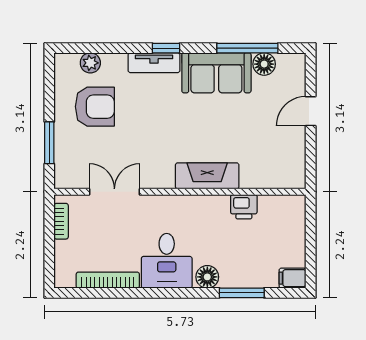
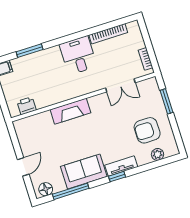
floor lamp: (264, 64) -> (46, 189), moved
printer: (244, 207) -> (27, 106), moved
floor lamp: (207, 277) -> (52, 54), removed

